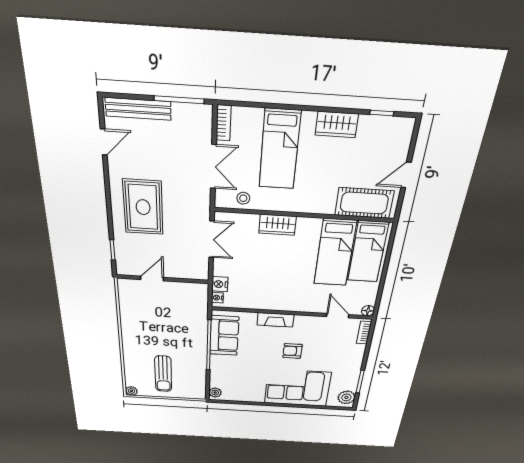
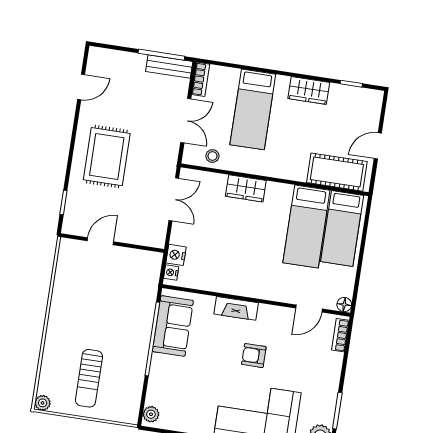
bench: (138, 109) -> (169, 67), moved, width x0.73
door: (338, 316) -> (309, 308), swing flipped

